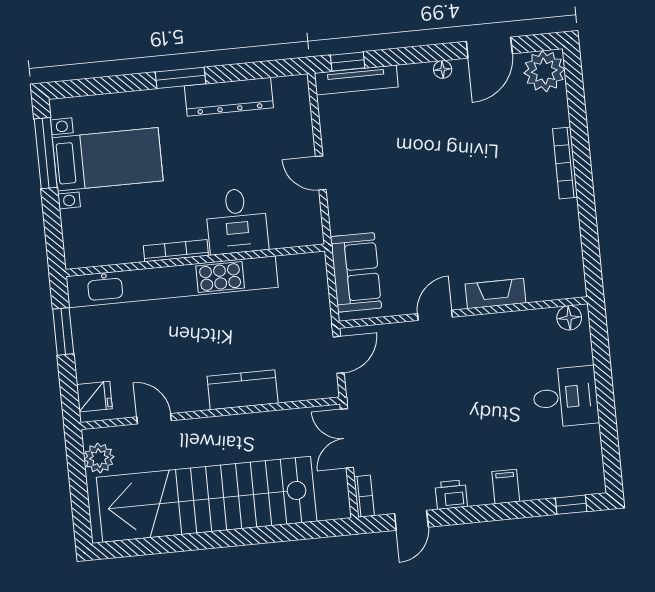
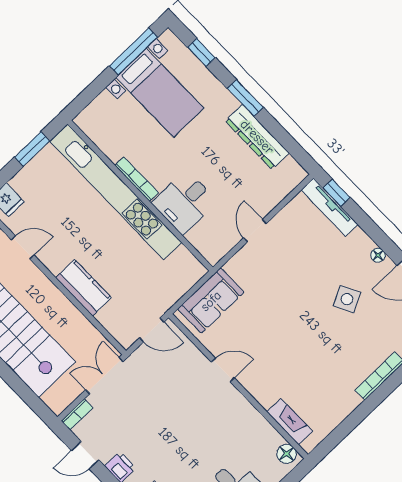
window: (100, 86) -> (201, 52), added
side table: (462, 135) -> (347, 299), added
fireplace: (496, 294) -> (290, 422), moved
door: (154, 419) -> (23, 247), hinge flipped

